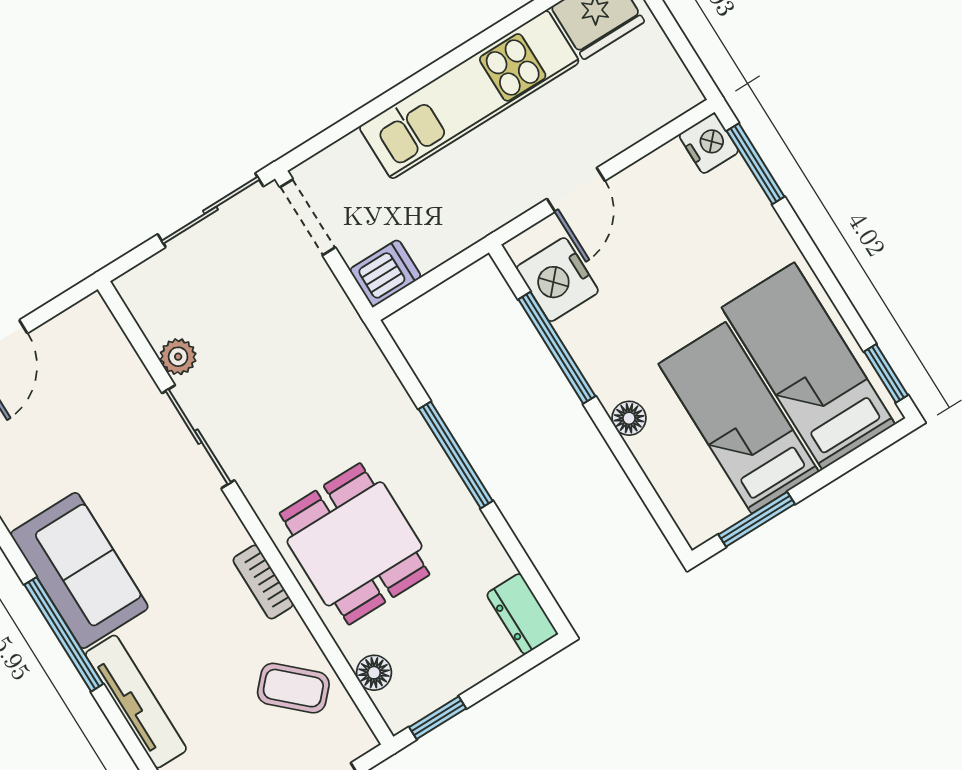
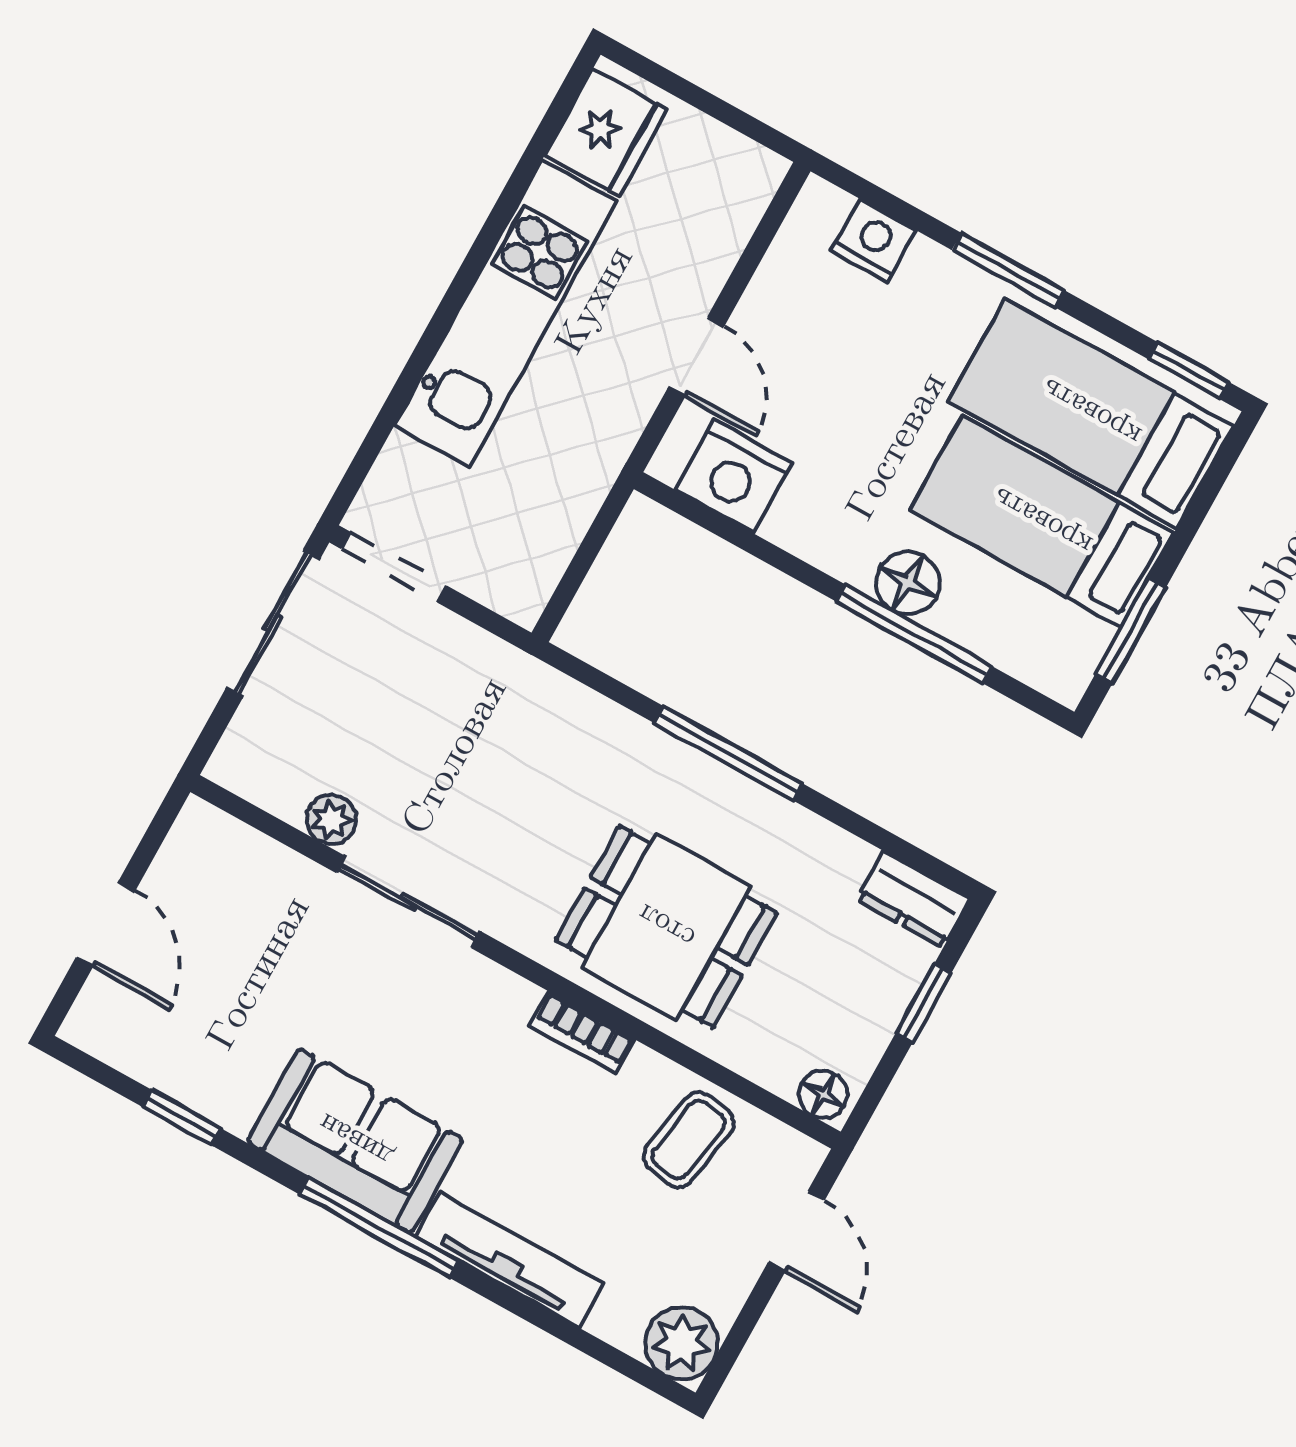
nightstand: (709, 143) -> (874, 240), moved
window: (756, 164) -> (1008, 270), moved
dishwasher: (385, 273) -> (524, 583), removed
window: (557, 348) -> (914, 634), moved
floor lamp: (629, 418) -> (908, 583), width x1.37, depth x1.37
floor lamp: (374, 673) -> (823, 1095), moved
coffee table: (293, 688) -> (689, 1140), turned -33
window: (438, 718) -> (923, 1004), moved

